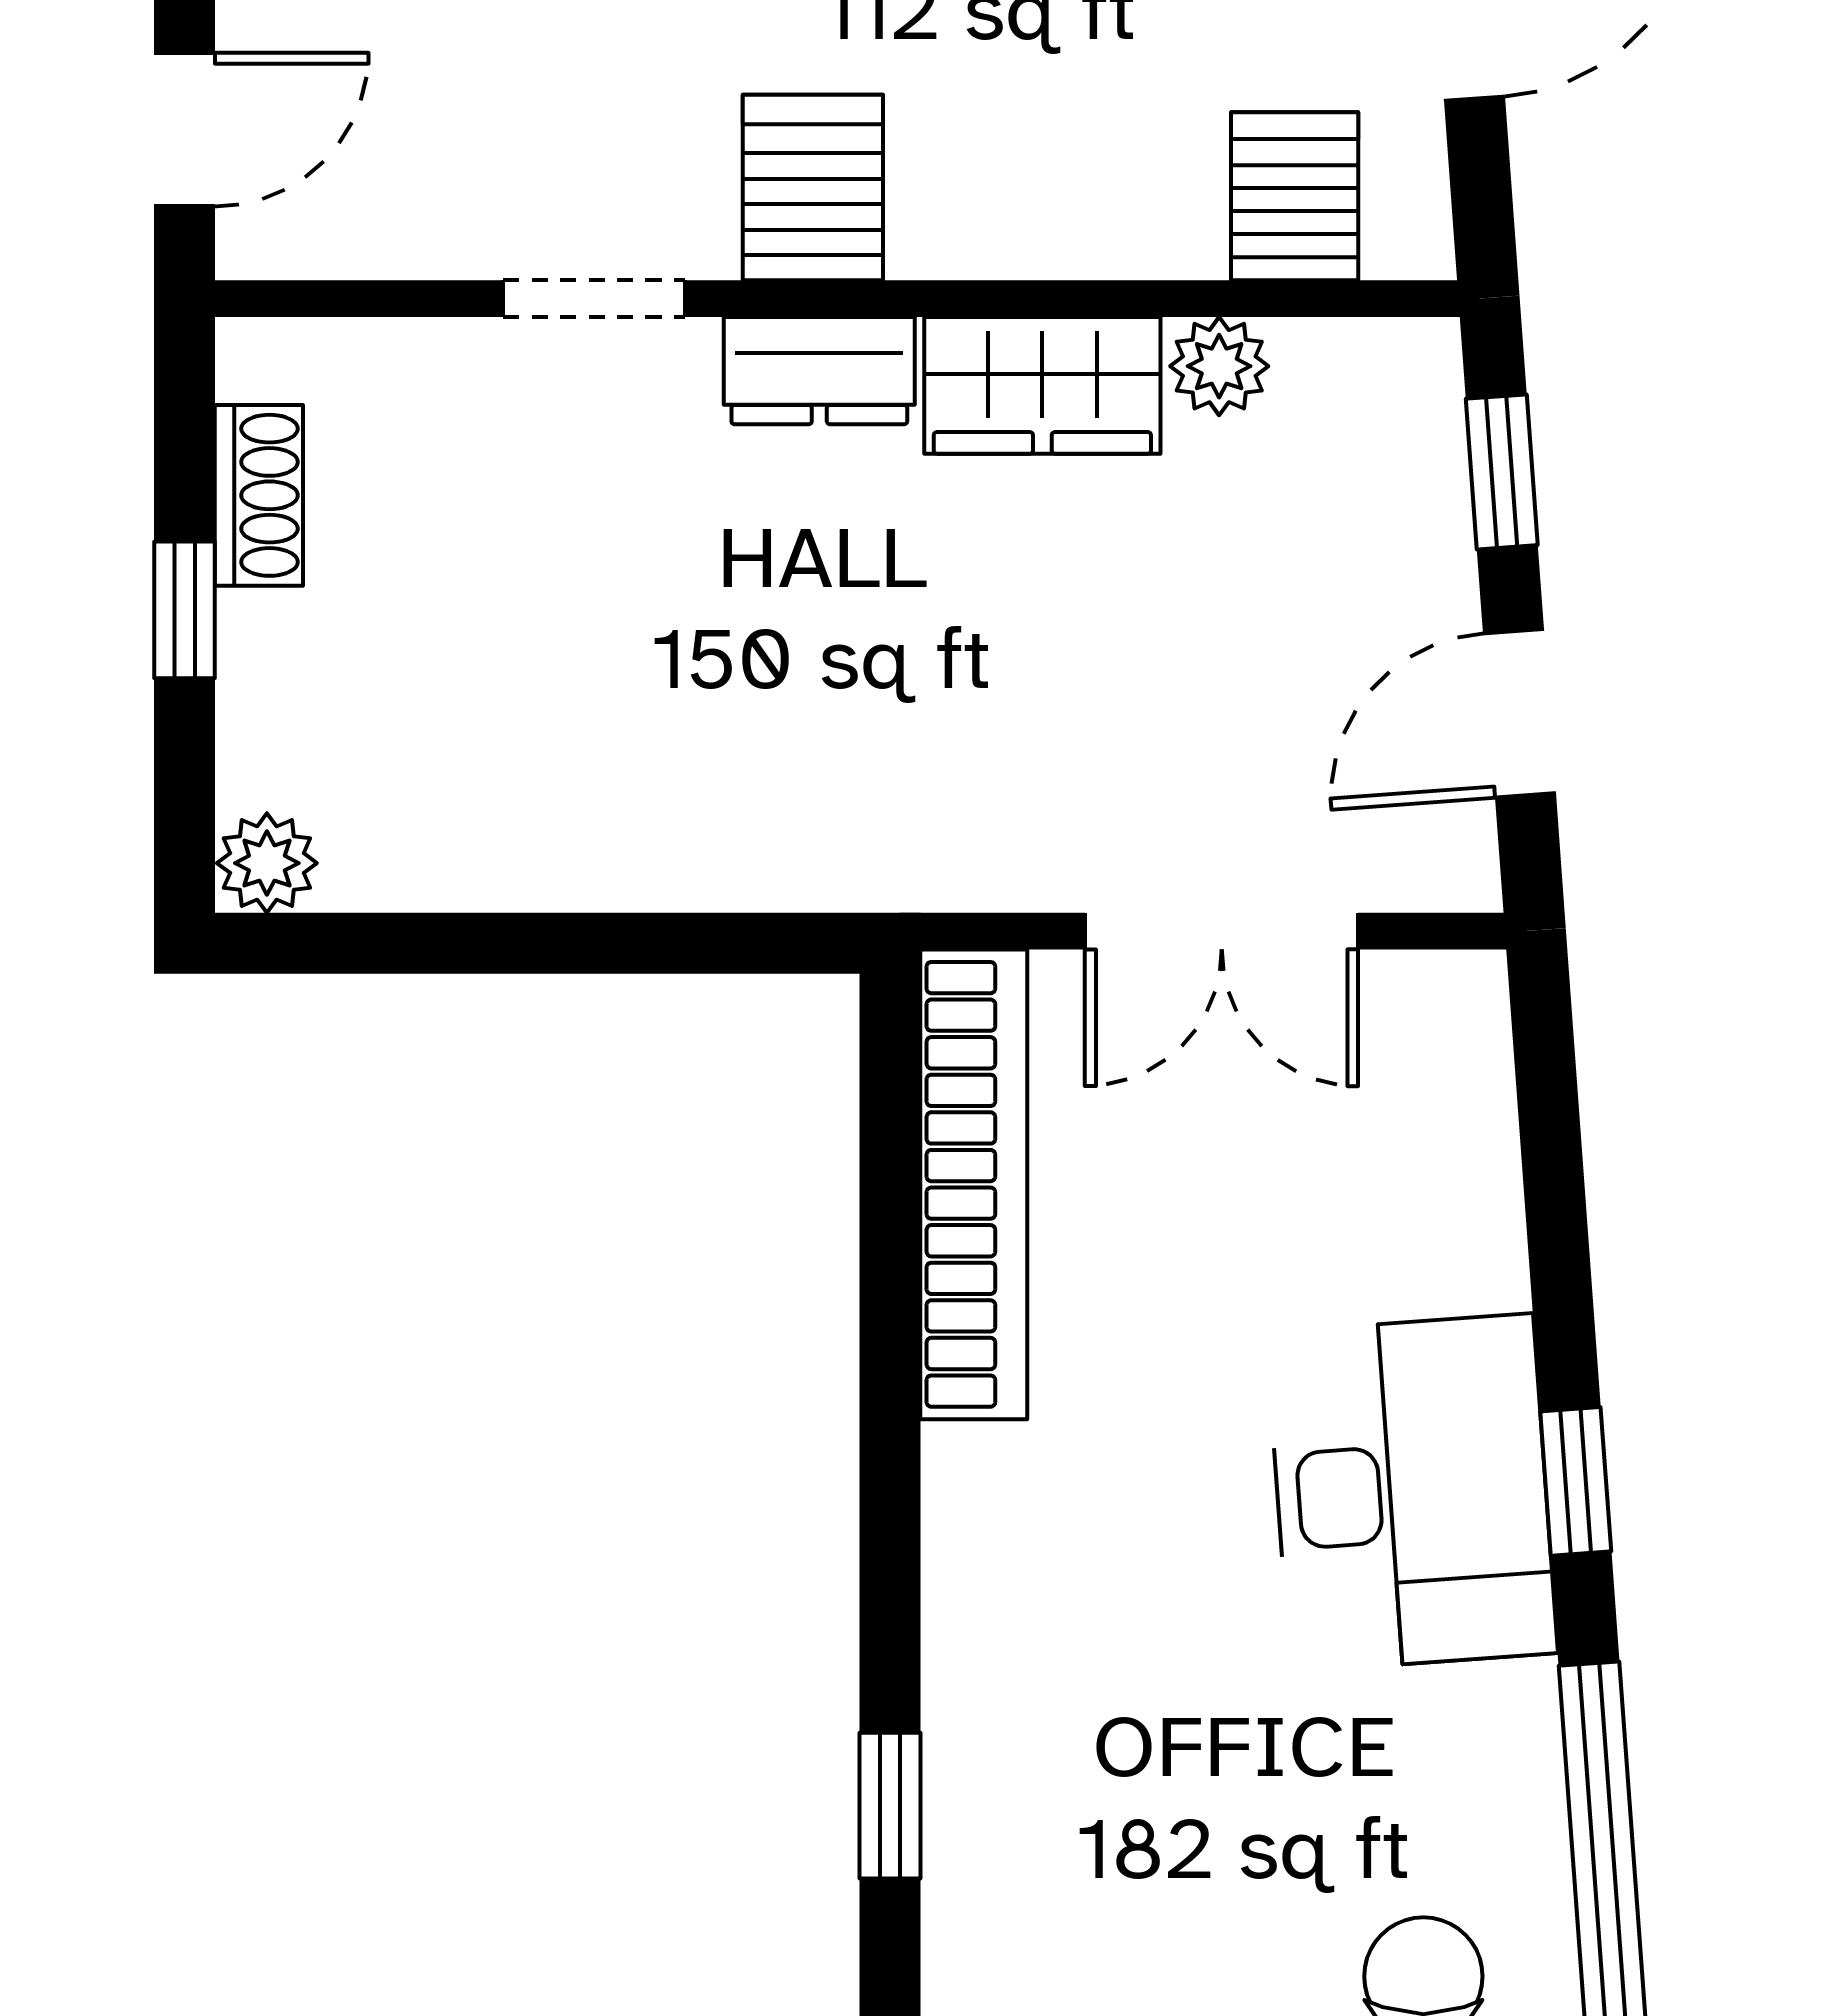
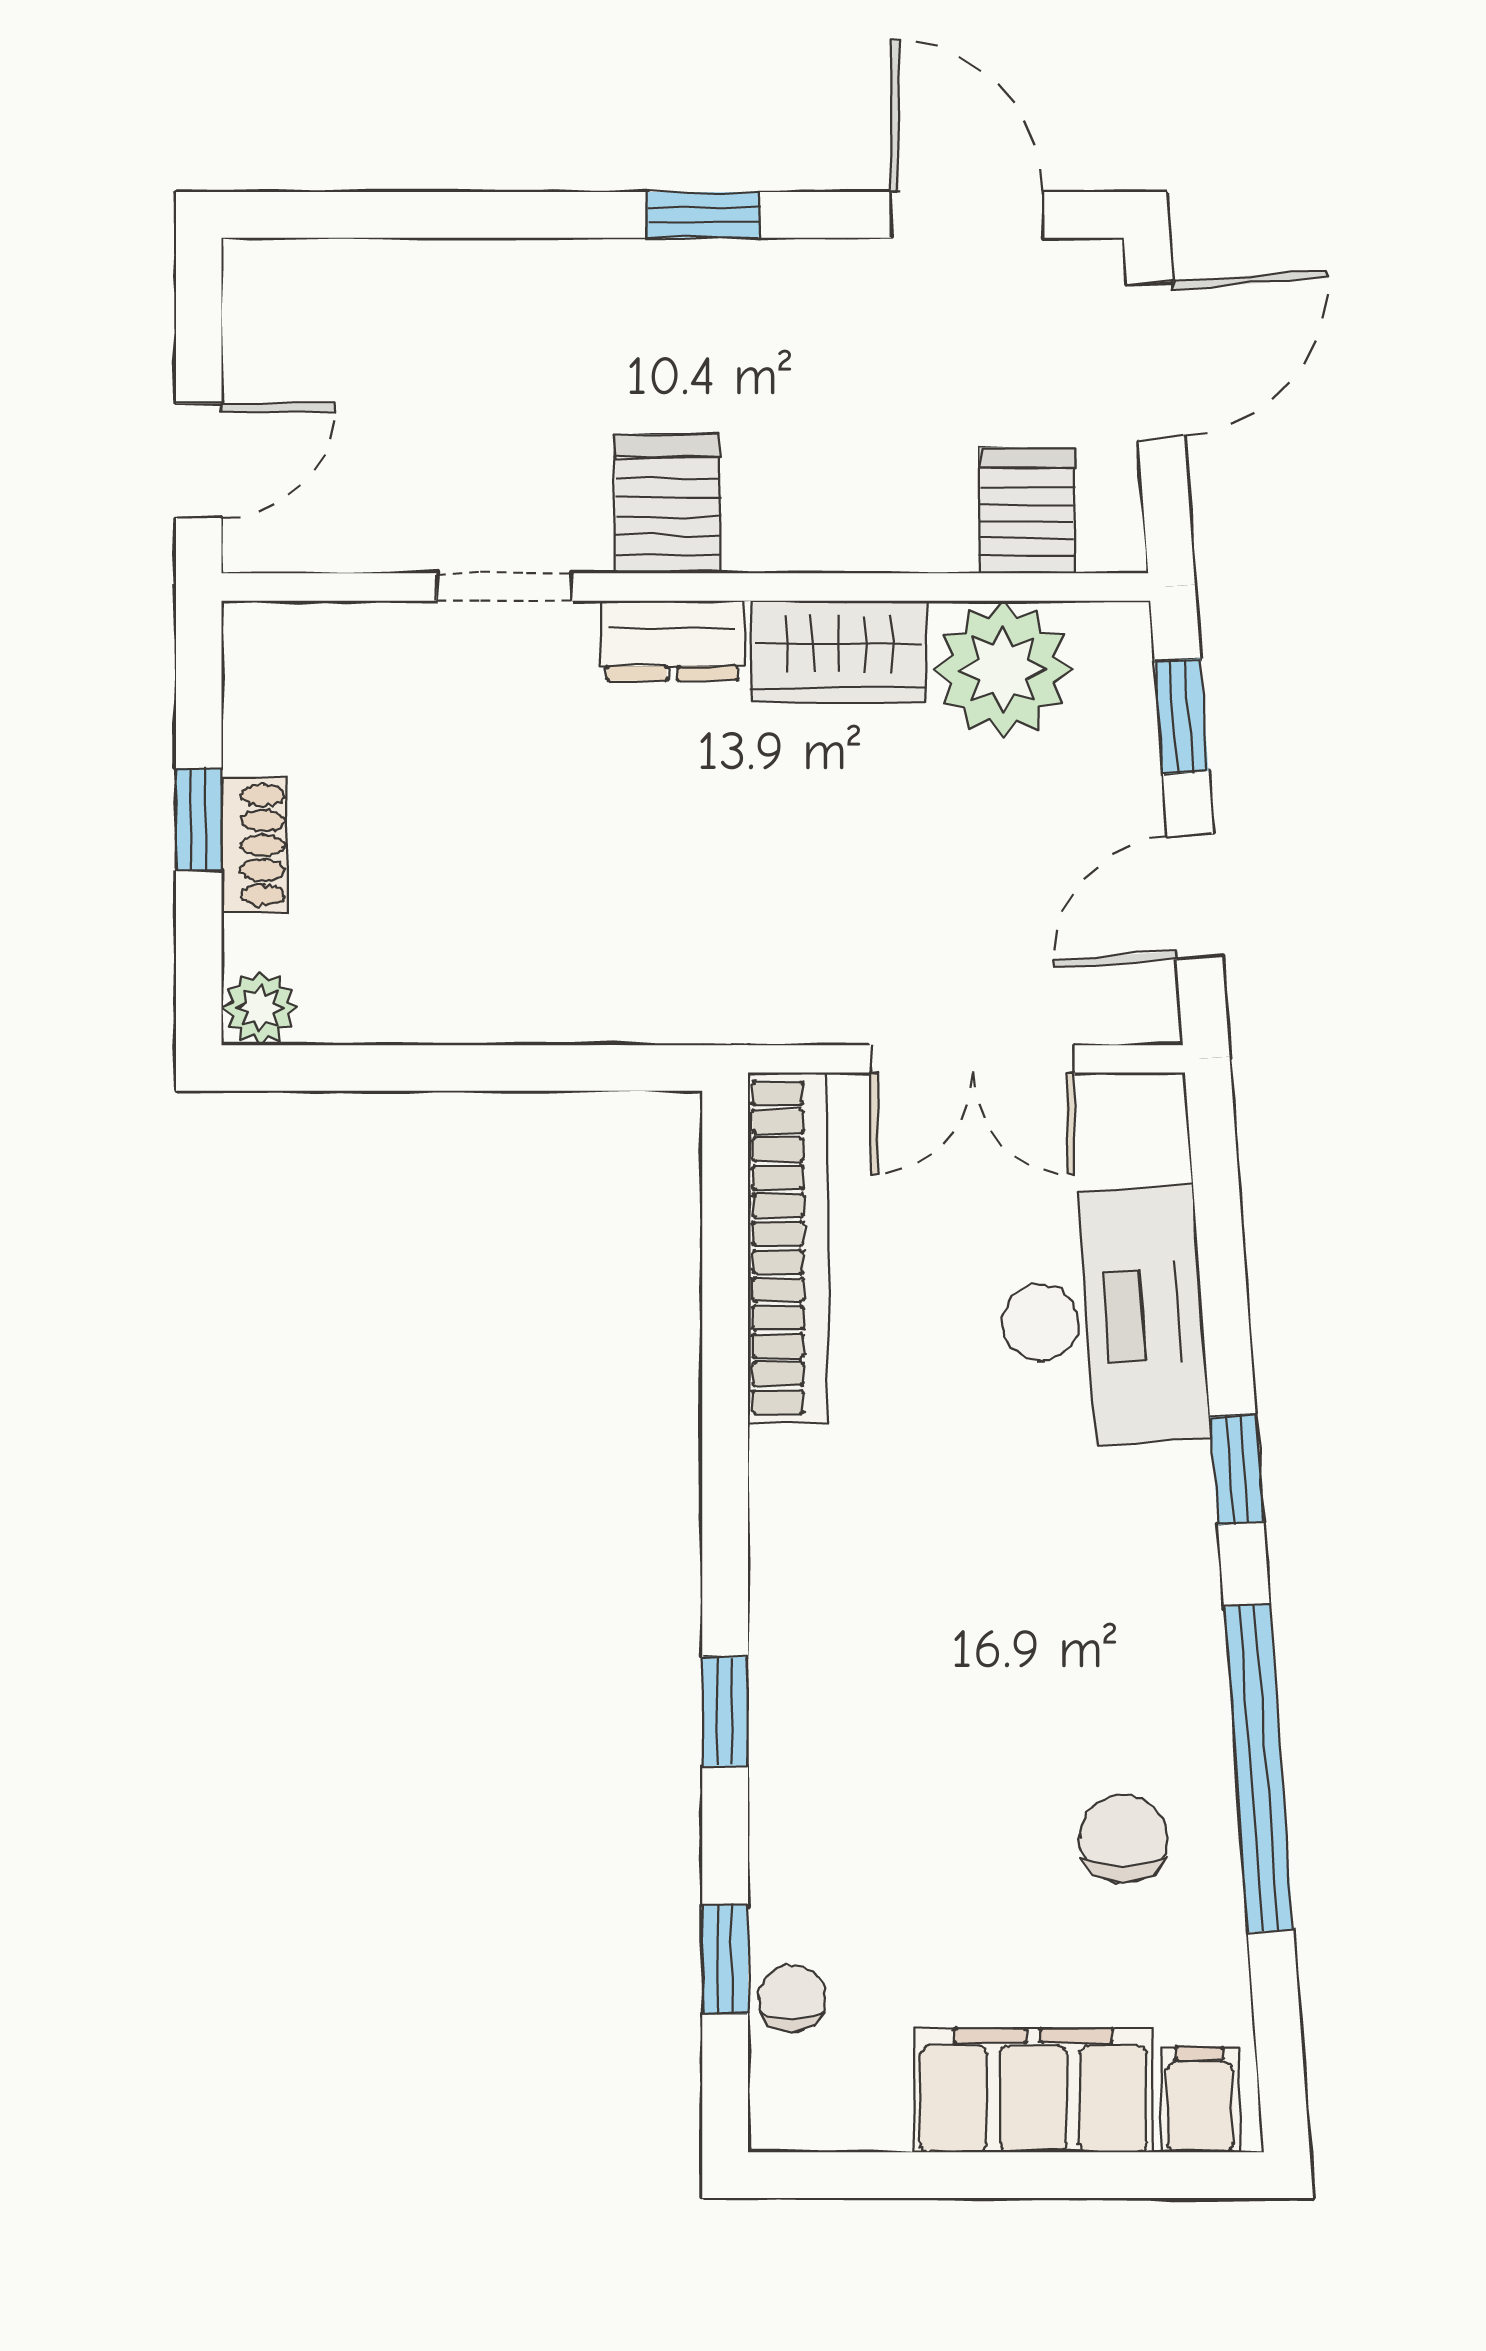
plant: (1219, 366) -> (1003, 669), width x1.87, depth x1.87
shoe rack: (259, 495) -> (254, 845), moved
desk: (1412, 1493) -> (1103, 1318), moved

